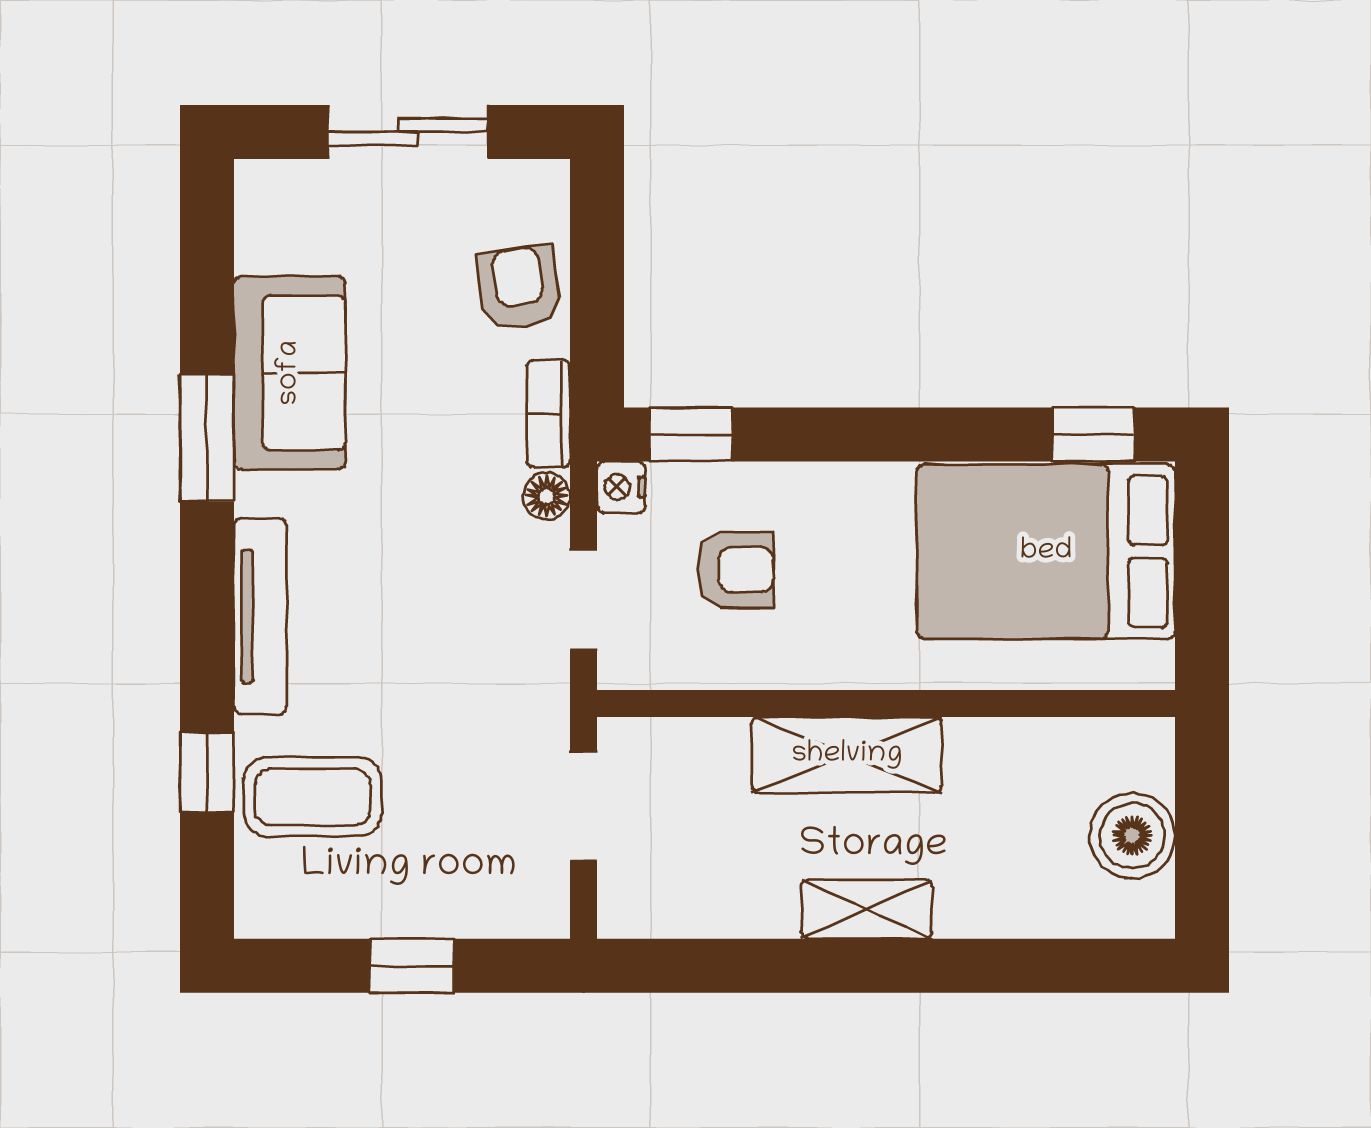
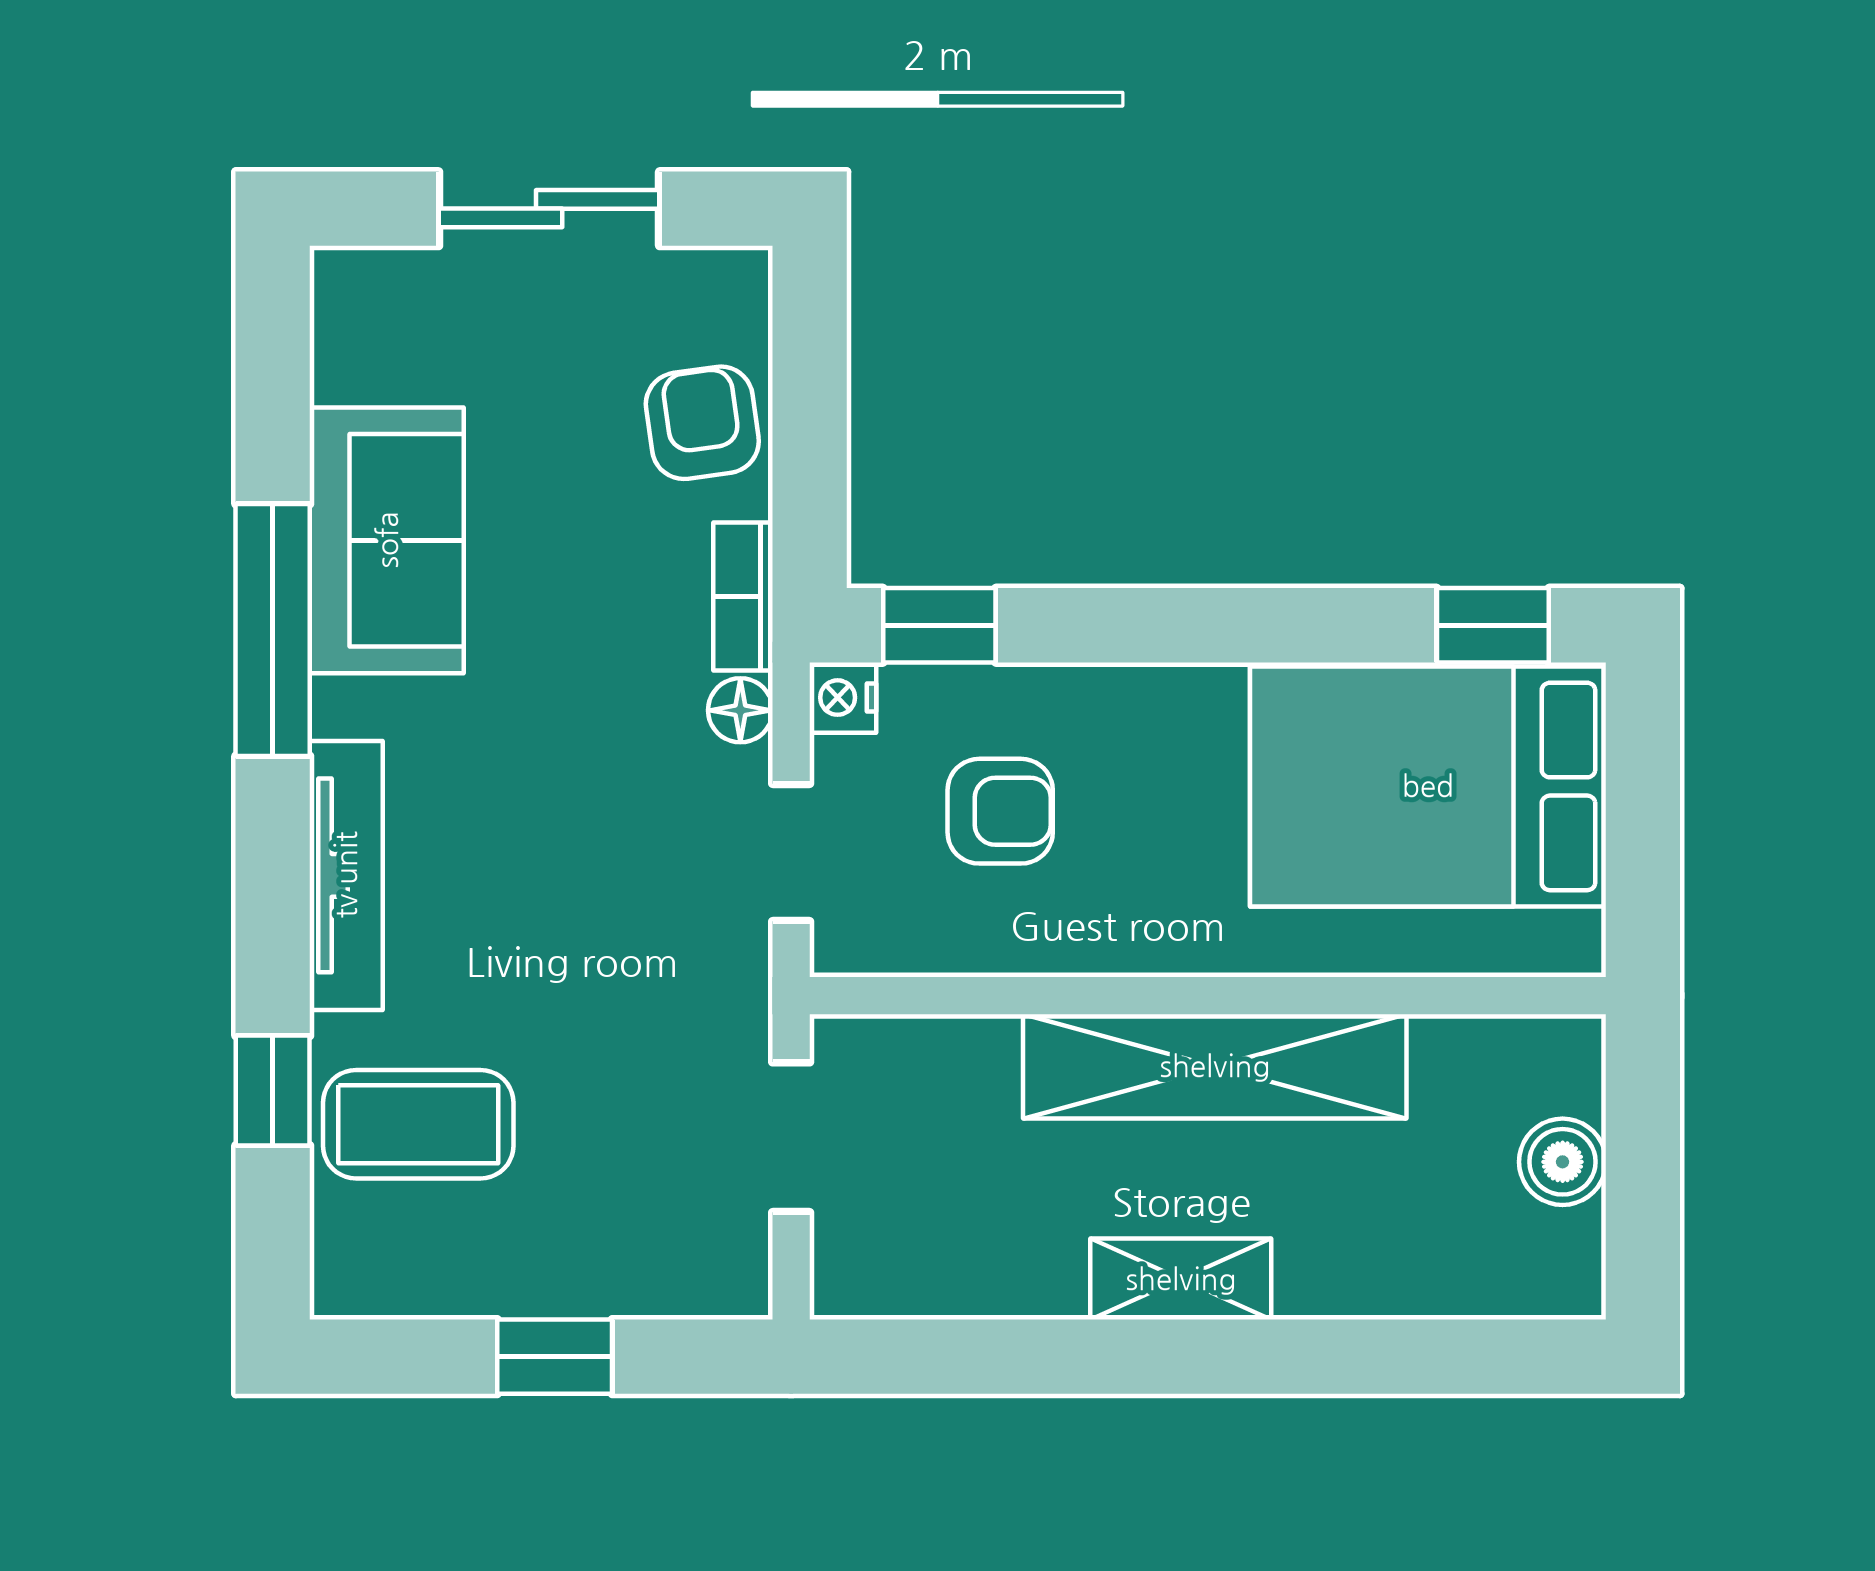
window: (207, 438) -> (273, 630), width x1.44
shelving: (847, 755) -> (1215, 1066), width x1.47
boiler: (1132, 836) -> (1563, 1162), width x0.73, depth x0.73

